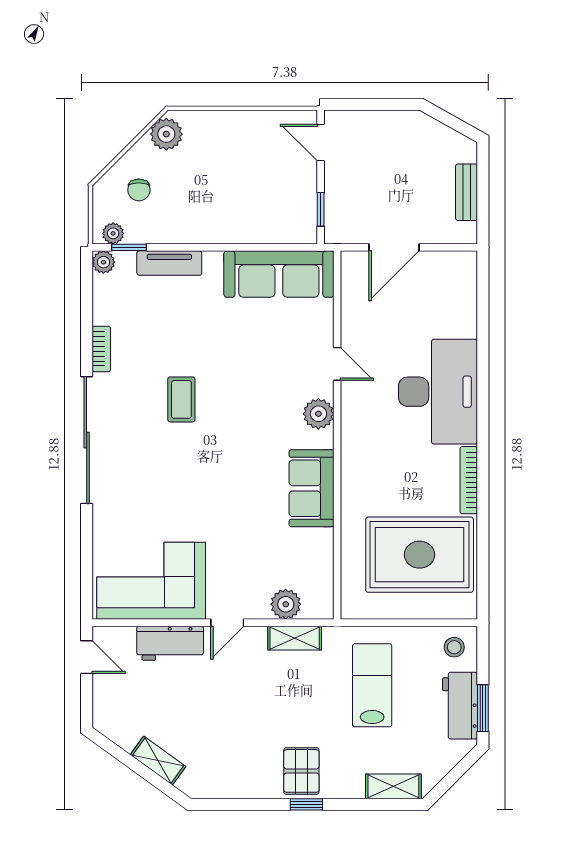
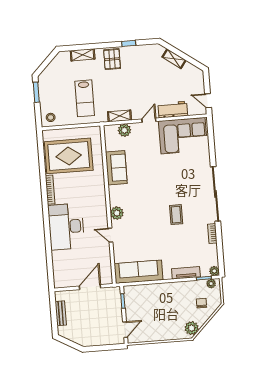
door: (321, 143) -> (125, 330), hinge flipped
sofa: (312, 488) -> (116, 168), moved
workbench: (460, 706) -> (46, 93), removed
shelving: (393, 786) -> (83, 55), moved
window: (306, 804) -> (129, 43), moved

